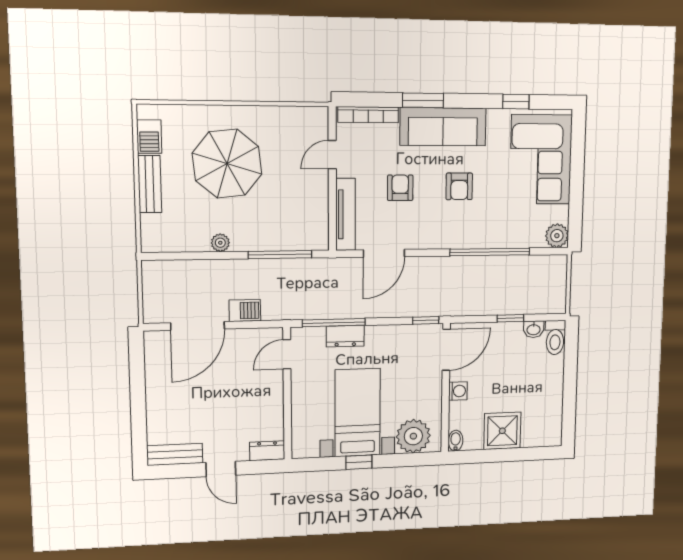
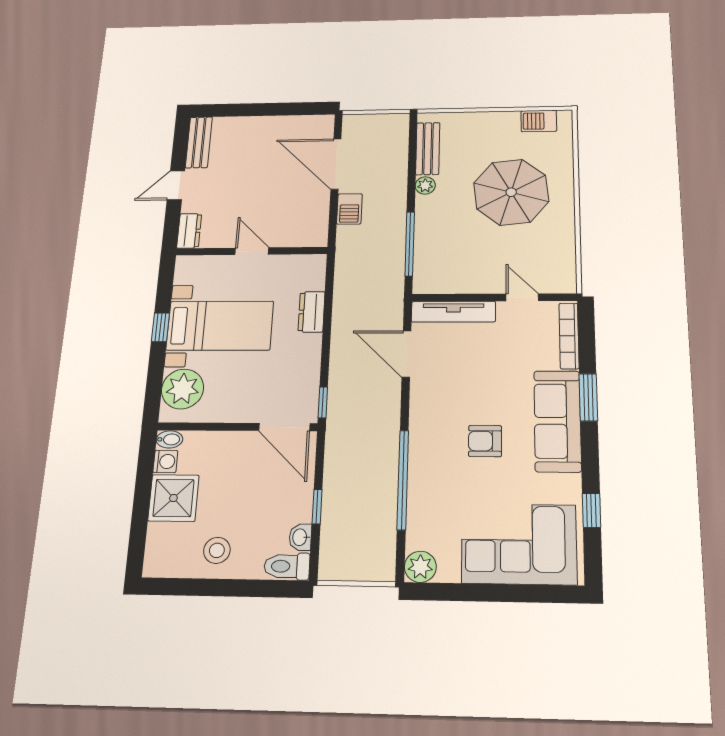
bench: (150, 184) -> (428, 149), moved, turned 90
armchair: (400, 188) -> (484, 372), removed
window: (334, 323) -> (328, 300), removed
door: (287, 354) -> (252, 251), moved
washing machine: (458, 391) -> (165, 461), moved, turned -90
stool: (543, 392) -> (217, 550), added

